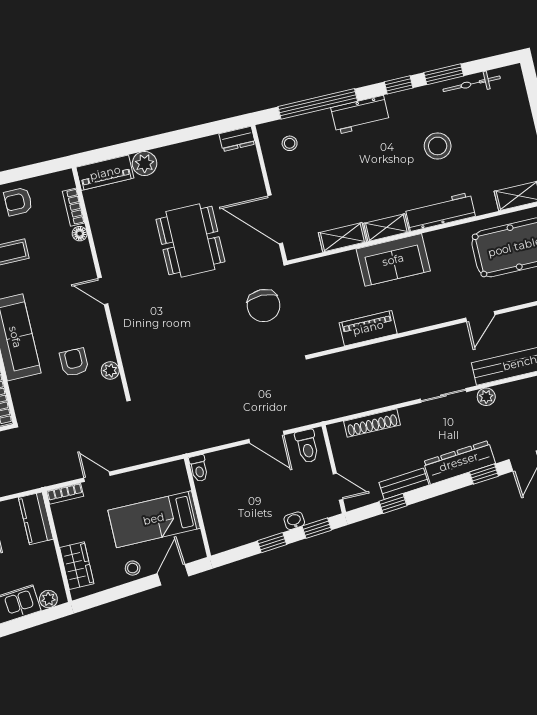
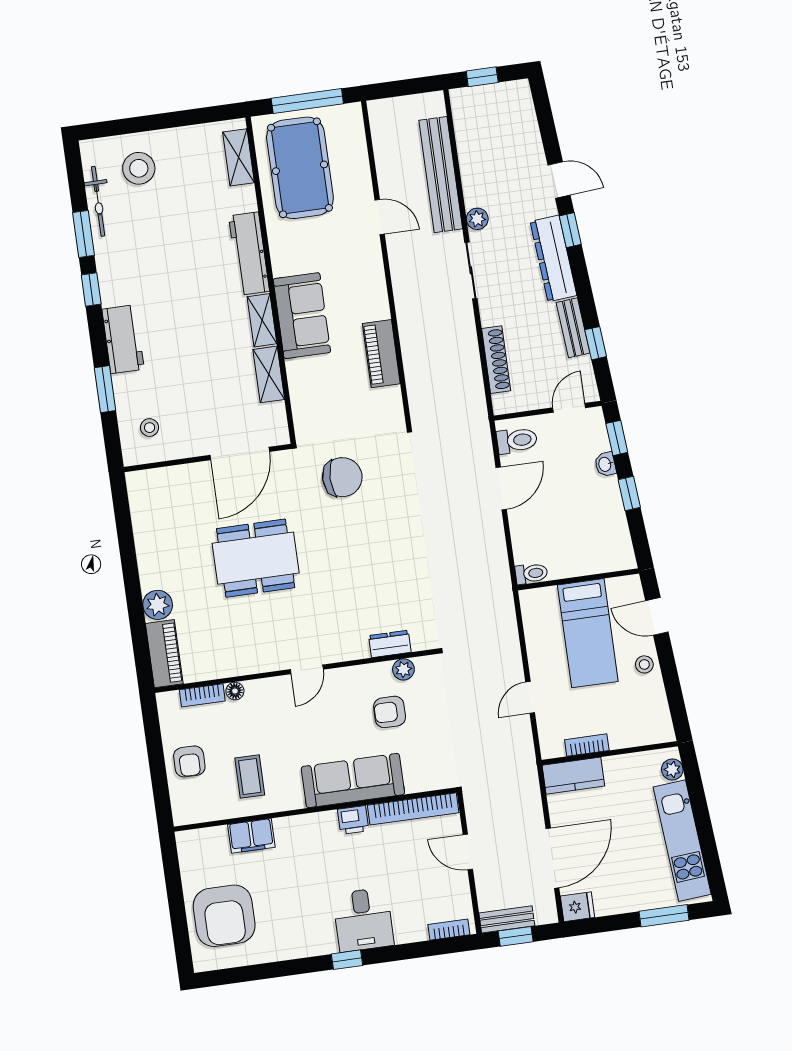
window: (318, 104) -> (105, 389), width x0.47
dresser: (237, 139) -> (390, 644), moved, turned -90
stool: (438, 146) -> (139, 168), moved
bookcase: (65, 494) -> (587, 745), moved, turned -90
wardrobe: (77, 566) -> (635, 732), removed

